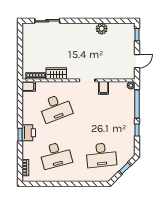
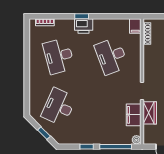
wardrobe: (56, 73) -> (150, 113), moved
filing cabinet: (104, 88) -> (134, 115), width x2.00
desk: (101, 155) -> (59, 107), turned 30

